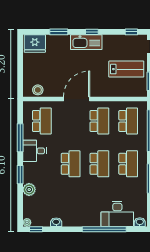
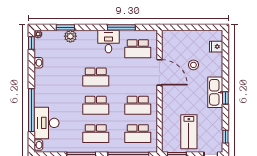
window: (59, 32) -> (225, 65), removed
fridge: (35, 44) -> (216, 47), width x0.53, depth x0.75
stool: (38, 90) -> (193, 65), moved
door: (77, 99) -> (159, 72), moved
window: (20, 175) -> (65, 27), moved

